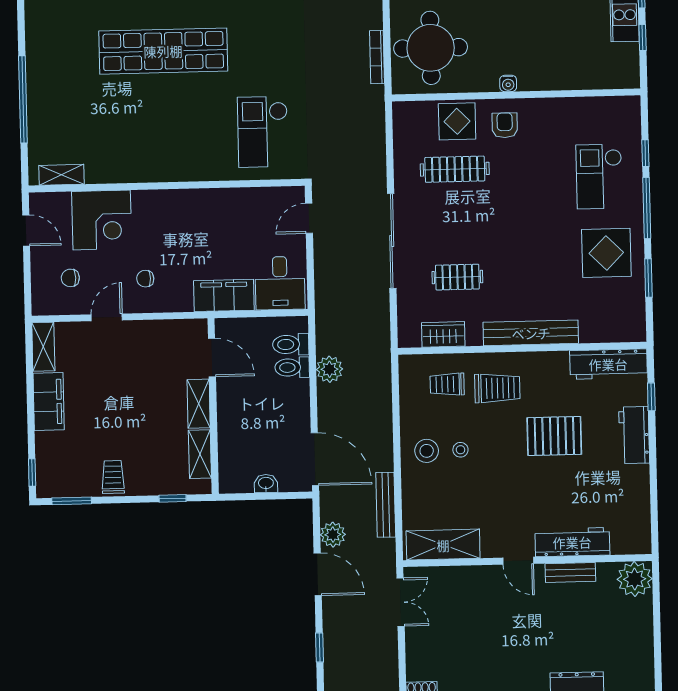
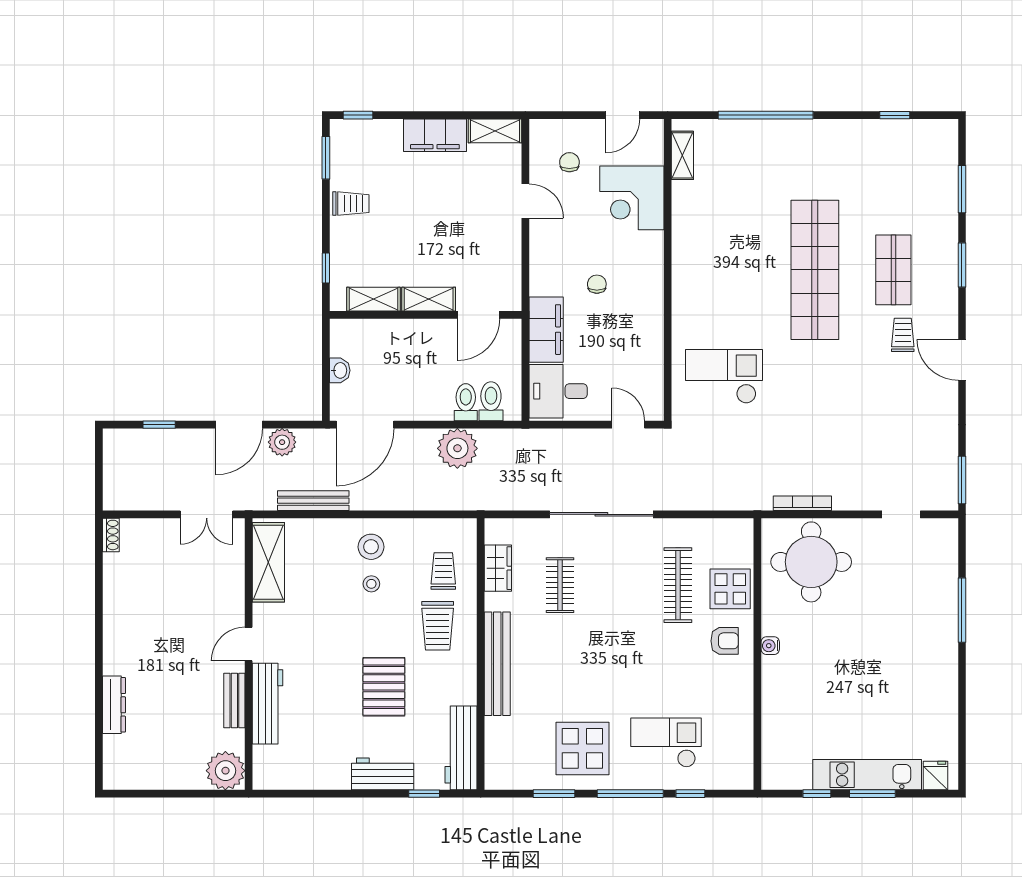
chair: (145, 279) -> (597, 284), moved
plant: (330, 369) -> (457, 448), width x1.36, depth x1.36

